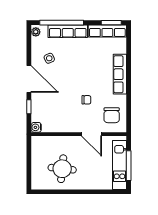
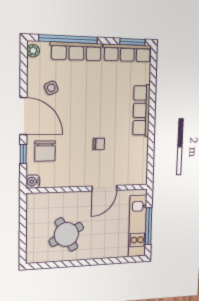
chair: (112, 115) -> (45, 151), moved
door: (92, 134) -> (104, 188), hinge flipped
round table: (62, 169) -> (66, 234), turned -34

